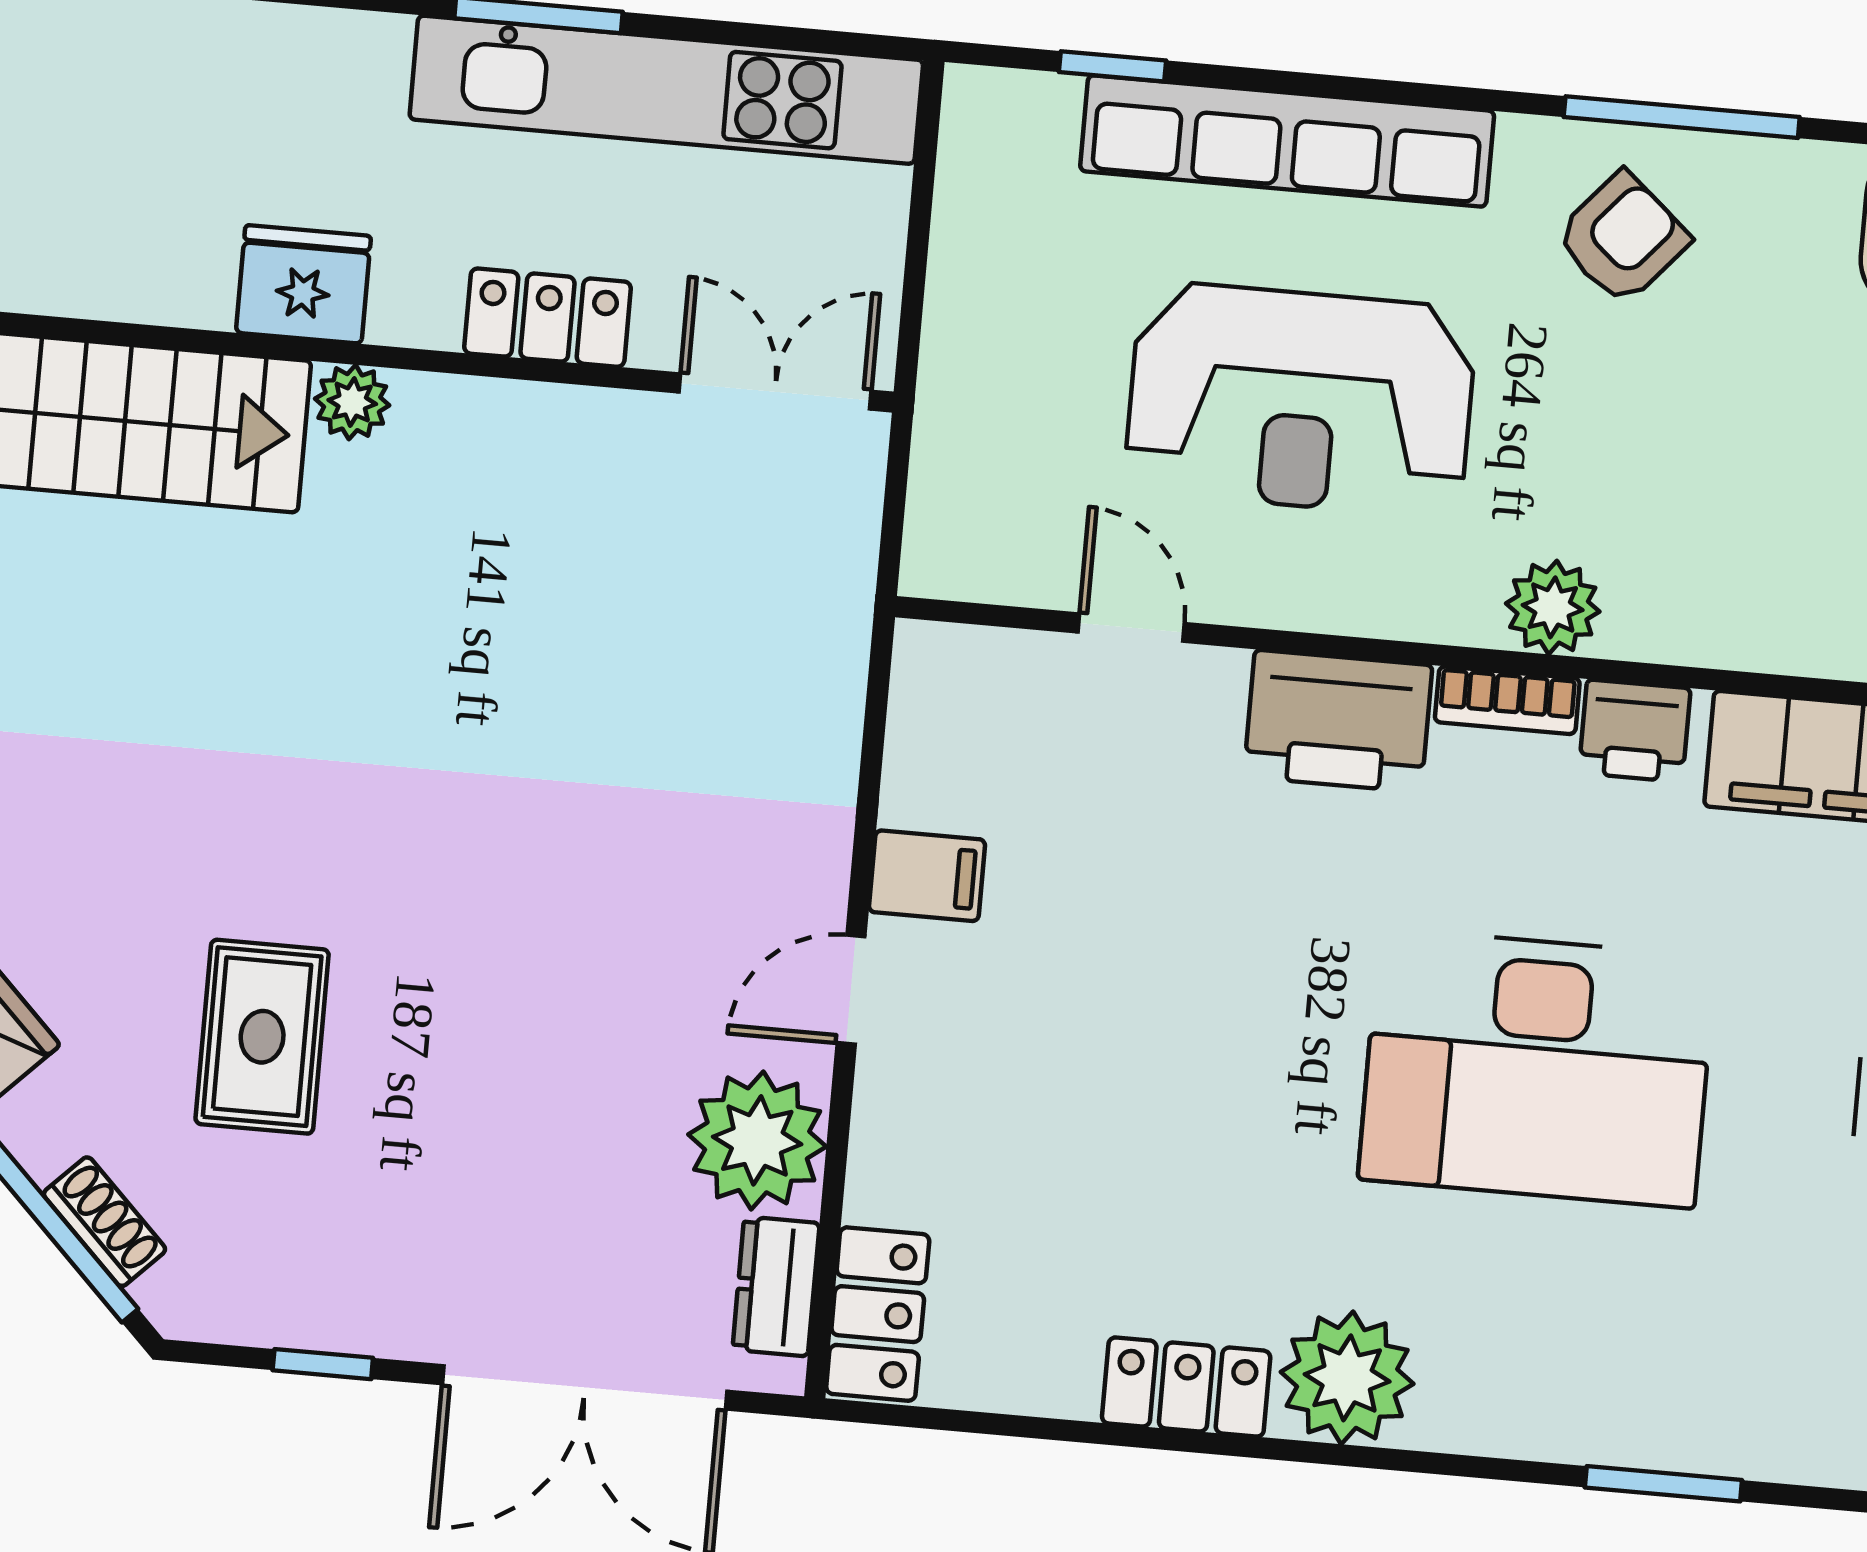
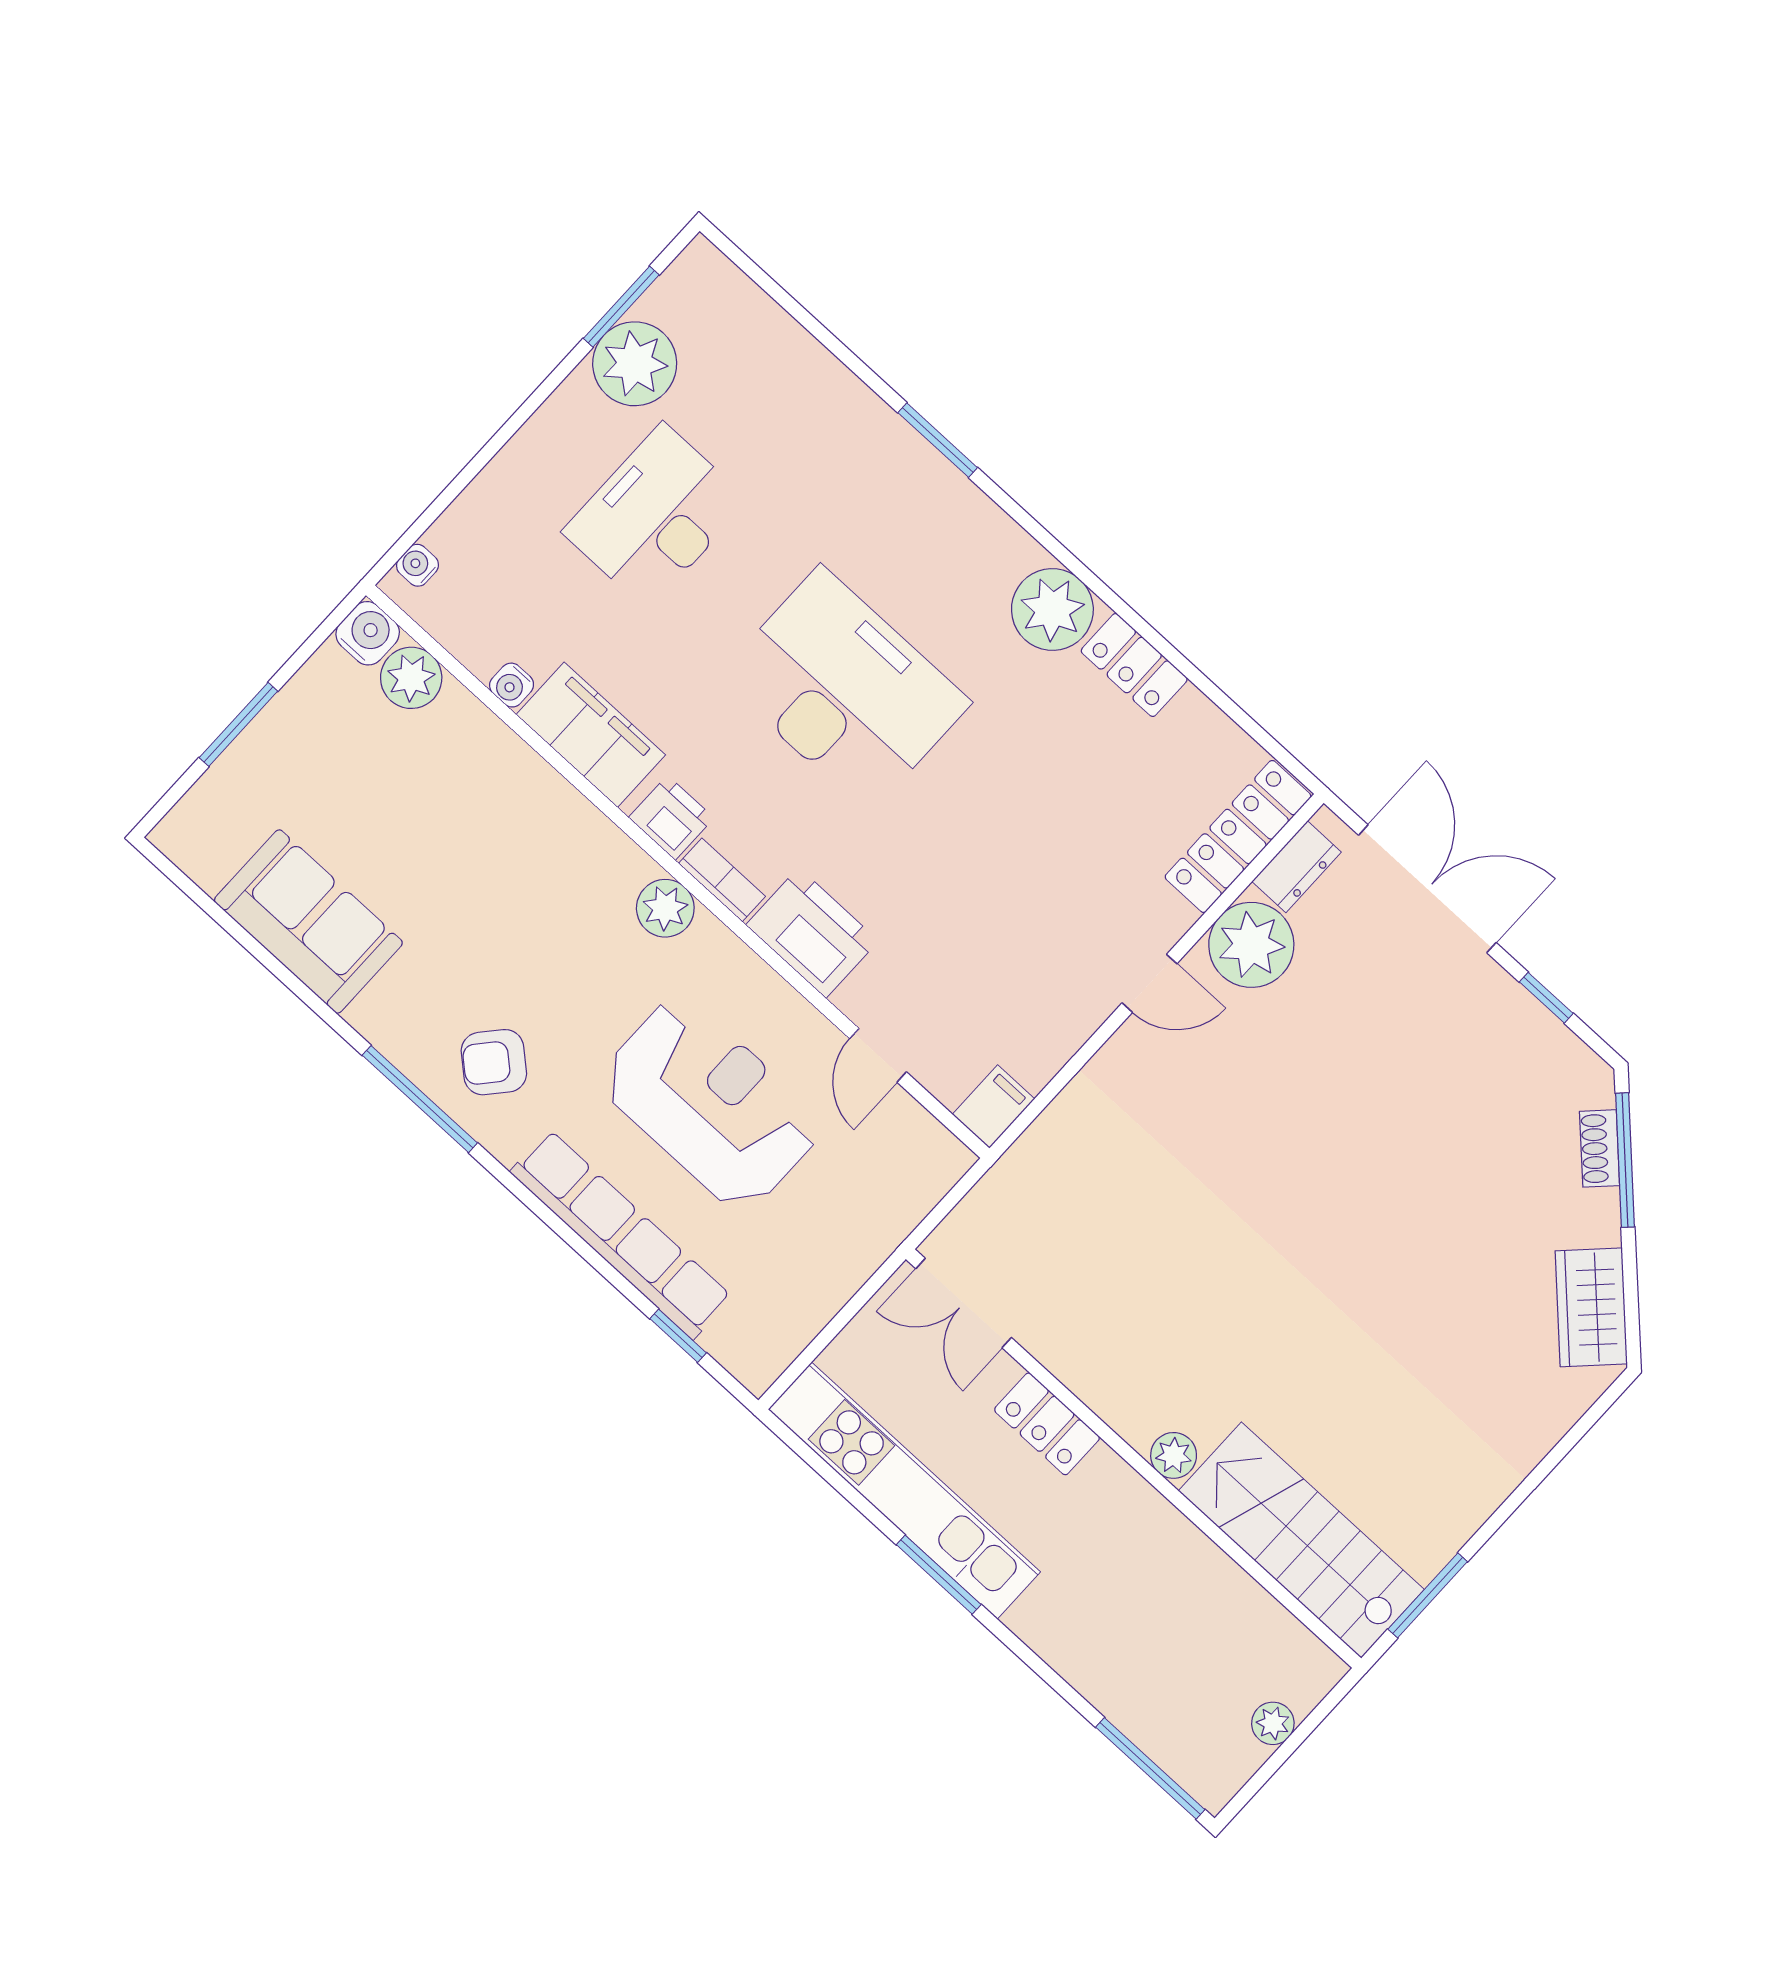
fridge: (303, 284) -> (1153, 1531), removed
filing cabinet: (927, 876) -> (993, 1107), moved, turned 90
rug: (262, 1037) -> (1454, 1180), removed
locker: (878, 1314) -> (1238, 836), width x1.53

